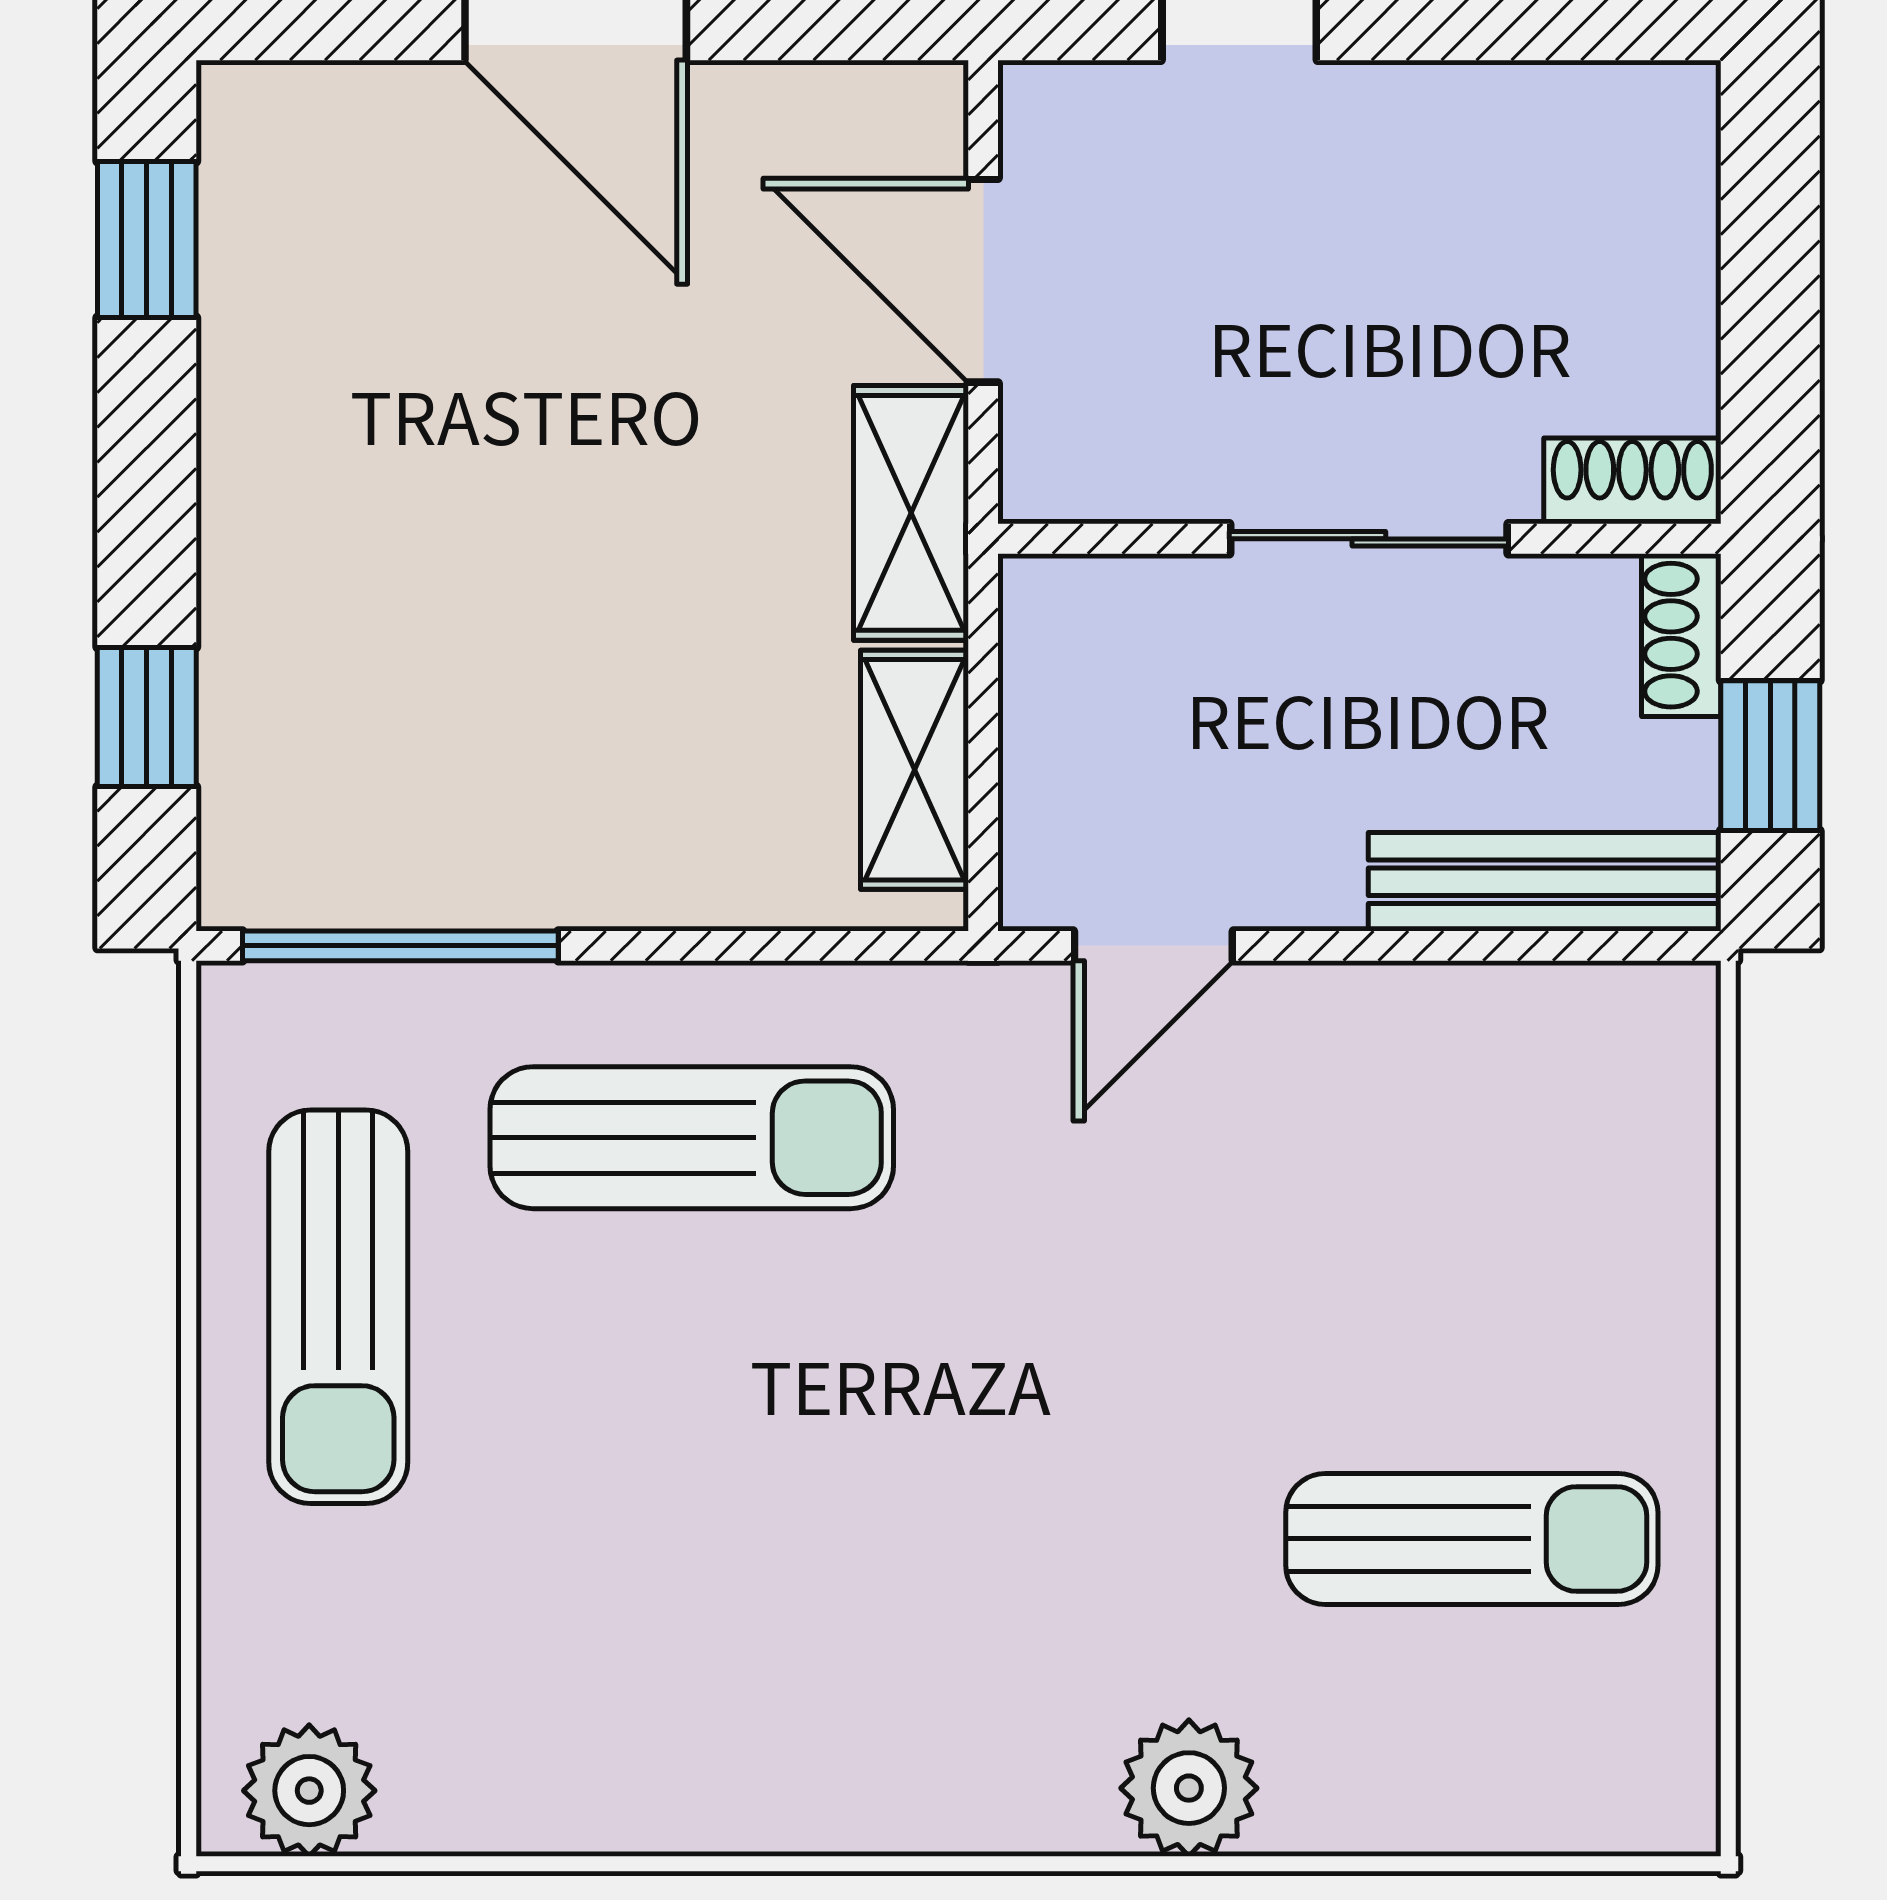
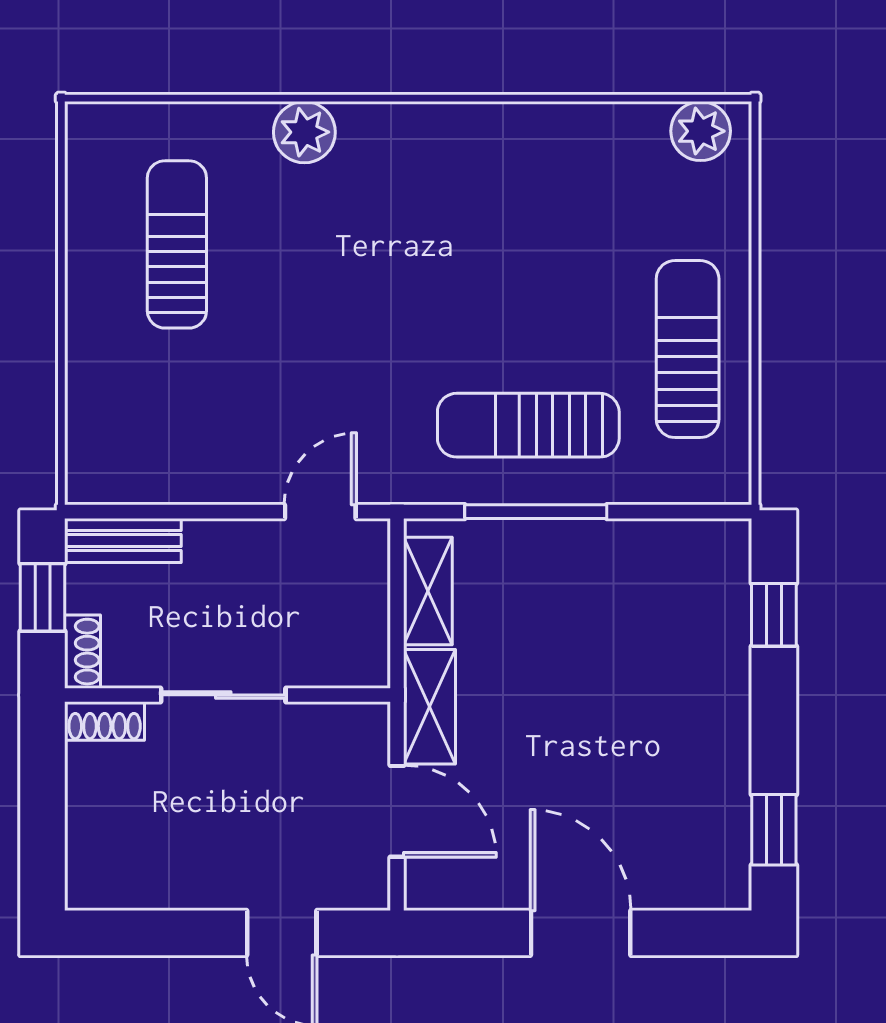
bench: (1545, 882) -> (123, 540), width x0.73
window: (400, 946) -> (536, 512), moved
sun lounger: (1472, 1539) -> (177, 244), turned 90

